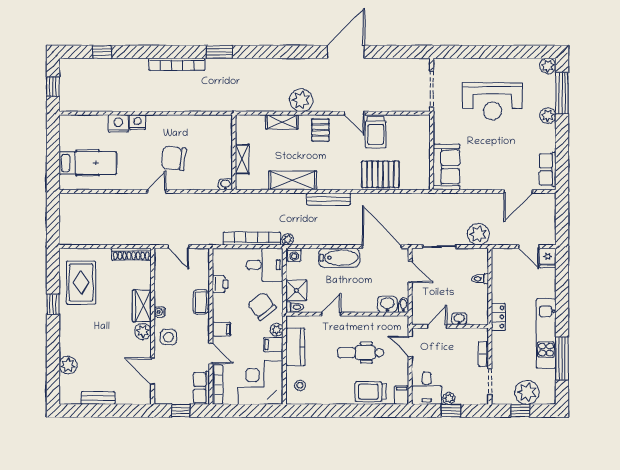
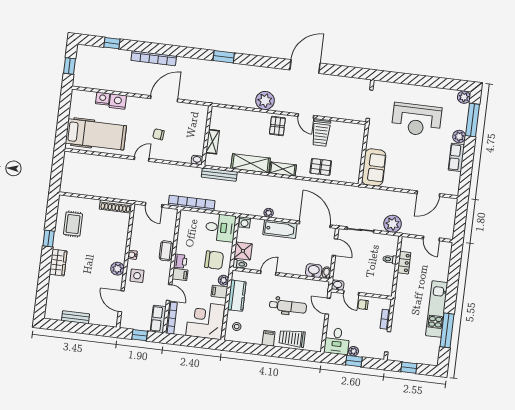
window: (219, 52) -> (224, 57), moved
bookcase: (177, 64) -> (154, 58), moved
door: (175, 113) -> (164, 99), added
nightstand: (137, 122) -> (103, 99), moved
shelving: (282, 122) -> (283, 169), moved
chair: (174, 158) -> (159, 134), width x0.54, depth x0.54
hospital bed: (88, 163) -> (96, 134), width x1.37, depth x1.29
row of seats: (548, 169) -> (456, 157), moved
pallet: (380, 174) -> (321, 167), width x0.67, depth x0.71
bench: (329, 199) -> (219, 175), moved
bookcase: (252, 239) -> (192, 203), moved
plant: (288, 239) -> (269, 213), moved
fridge: (548, 258) -> (445, 249), removed
rug: (81, 283) -> (73, 224), width x0.73, depth x0.70
printer: (220, 284) -> (180, 261), moved
wardrobe: (142, 306) -> (58, 263), moved, turned 180
chair: (262, 306) -> (214, 260), turned 129
locker: (498, 317) -> (404, 263), moved
washbasin: (459, 319) -> (338, 285), moved
door: (437, 326) -> (351, 293), swing flipped
chair: (454, 339) -> (363, 305), added
dental chair: (361, 353) -> (288, 306), turned 180
plant: (68, 365) -> (55, 288), removed
plant: (527, 392) -> (416, 354), removed
filing cabinet: (402, 395) -> (269, 338), moved

